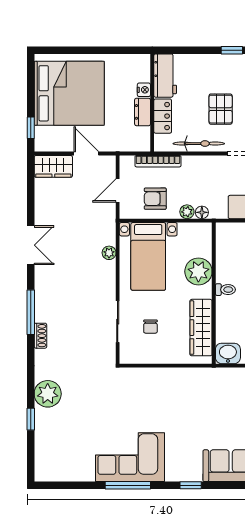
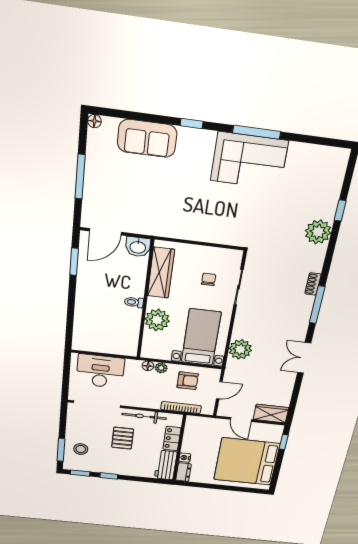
dresser: (143, 112) -> (183, 472), moved
plant: (109, 253) -> (240, 349), width x1.87, depth x1.87

